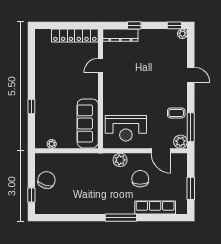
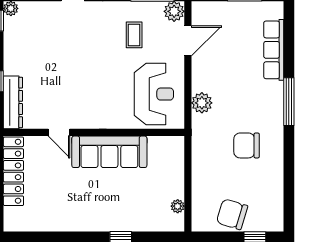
coffee table: (176, 113) -> (134, 35), moved
sofa: (88, 123) -> (109, 152), moved
chair: (140, 179) -> (247, 145), moved

